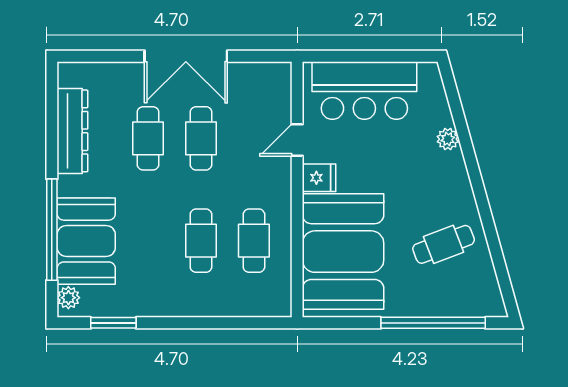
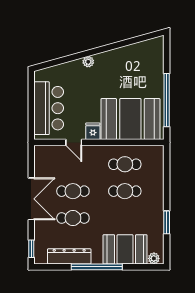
window: (87, 56) -> (31, 249), added
plant: (448, 139) -> (88, 62), moved
window: (52, 230) -> (97, 267), moved
cafe table: (444, 244) -> (127, 68), removed
window: (113, 323) -> (167, 222), moved
window: (433, 323) -> (167, 100), moved

